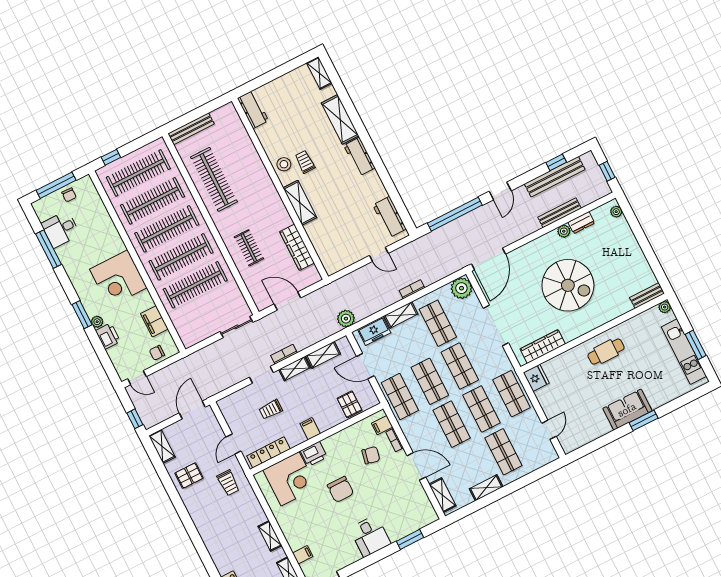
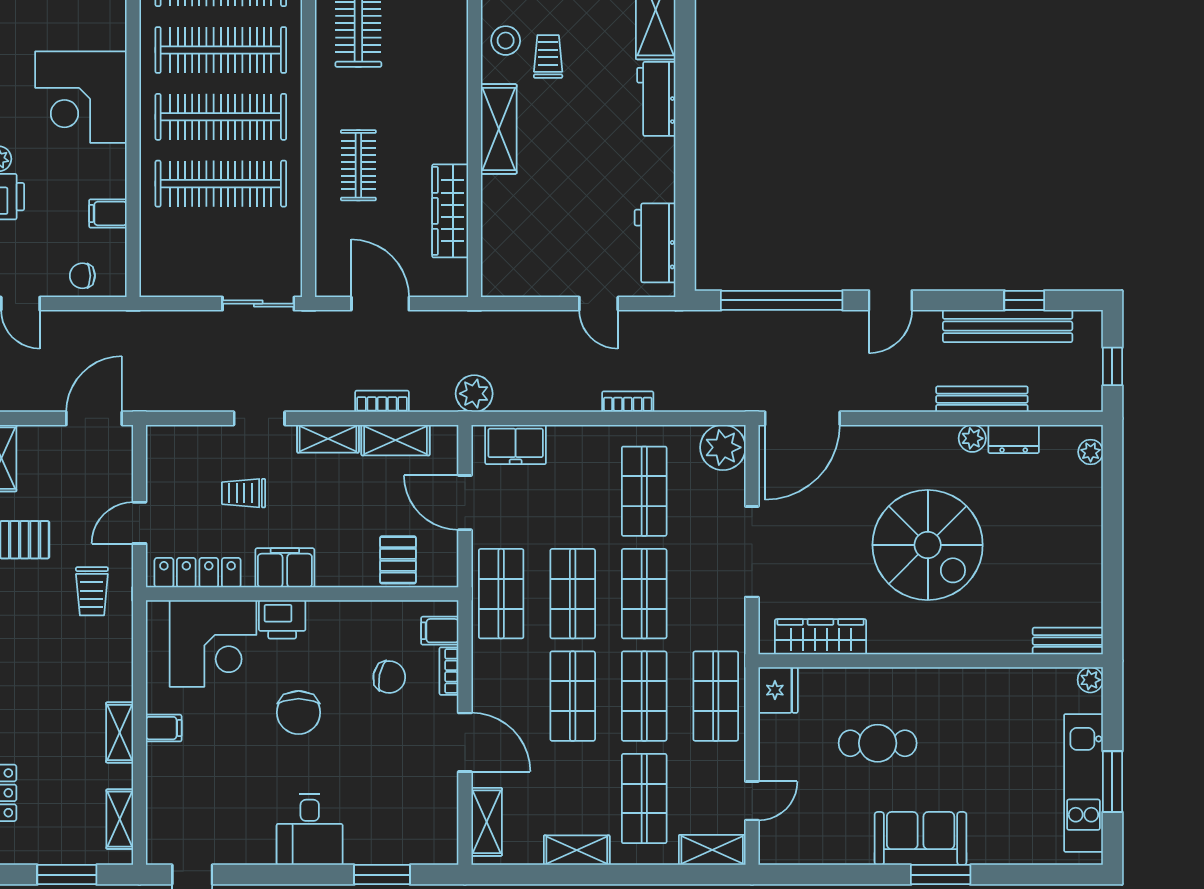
shelving: (401, 315) -> (712, 850), moved
filing cabinet: (154, 321) -> (108, 213), width x0.50
cafe table: (606, 352) -> (878, 743), moved
bookcase: (284, 354) -> (382, 401), moved
filing cabinet: (310, 429) -> (285, 568), width x2.00
filing cabinet: (303, 555) -> (164, 728), moved

